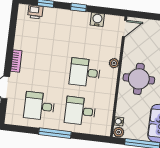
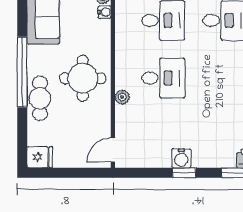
water cooler: (97, 20) -> (181, 158), moved

